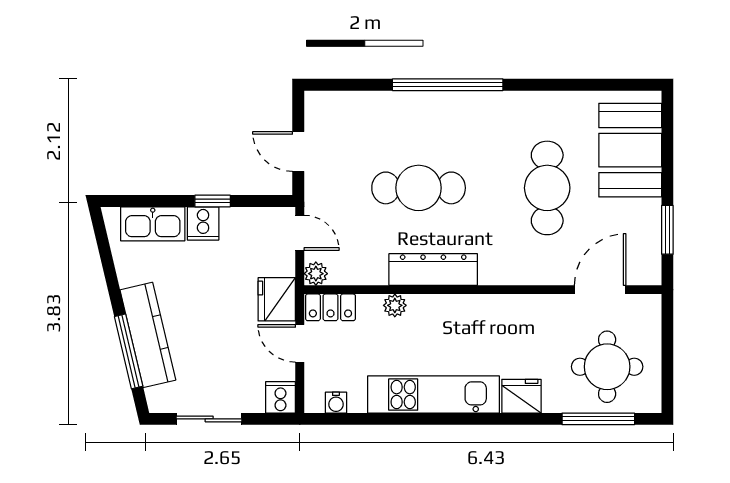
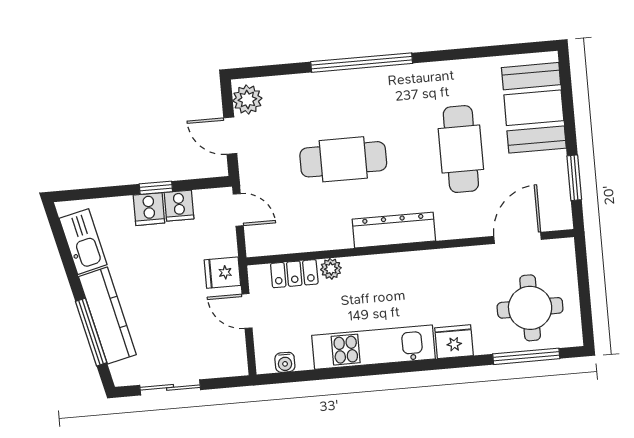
kitchen sink: (153, 224) -> (83, 242), moved, turned -103
dresser: (433, 269) -> (394, 230), moved
plant: (316, 274) -> (247, 99), moved, width x1.38, depth x1.38
fridge: (277, 299) -> (222, 273), width x0.72
locker: (330, 307) -> (294, 274), moved
cooker: (280, 397) -> (179, 206), moved, turned 180

